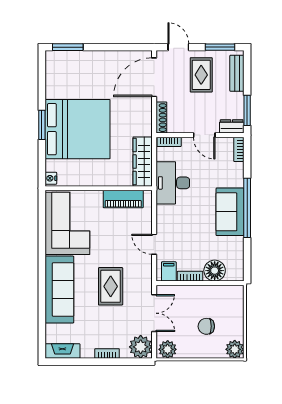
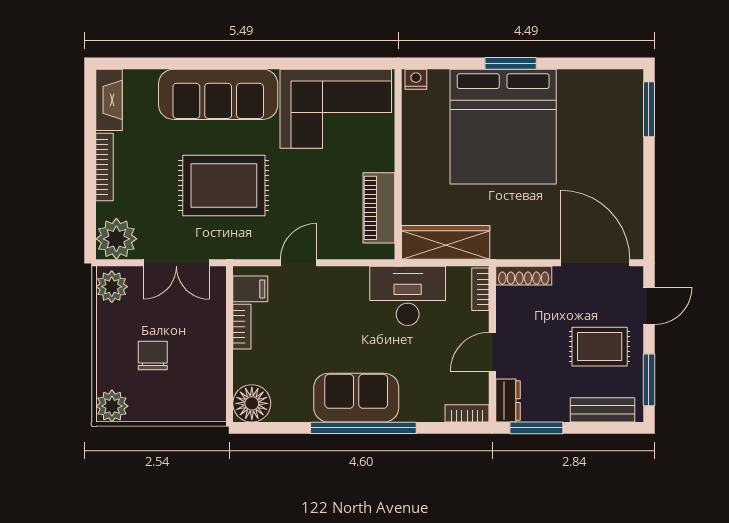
floor lamp: (215, 271) -> (252, 403), moved
rug: (111, 286) -> (224, 185), width x1.36, depth x1.43
bookcase: (107, 353) -> (104, 167), width x1.56

